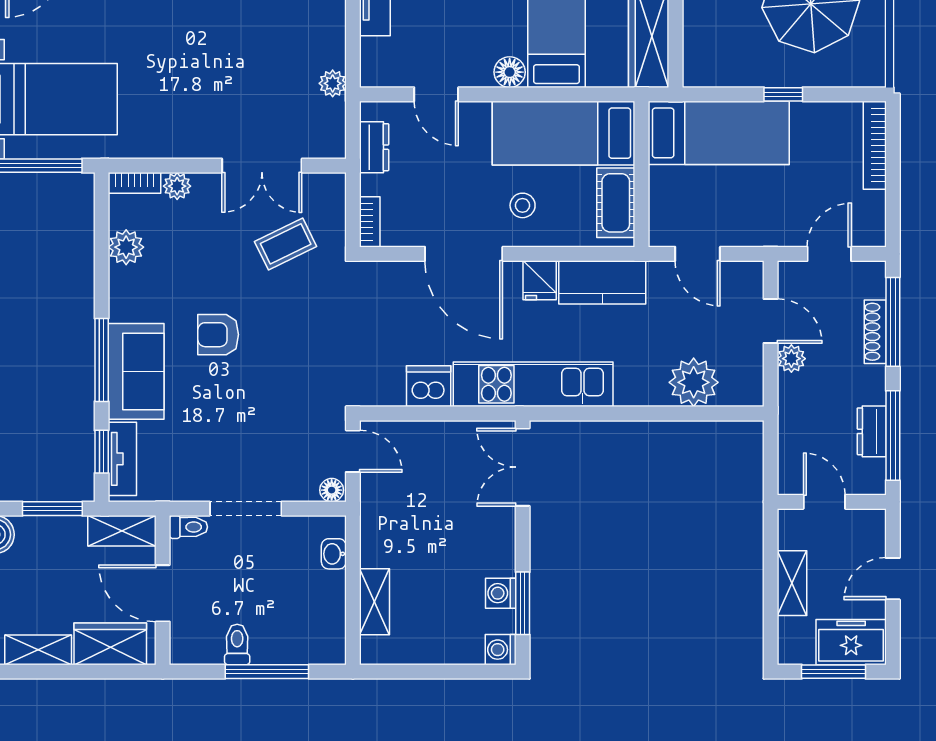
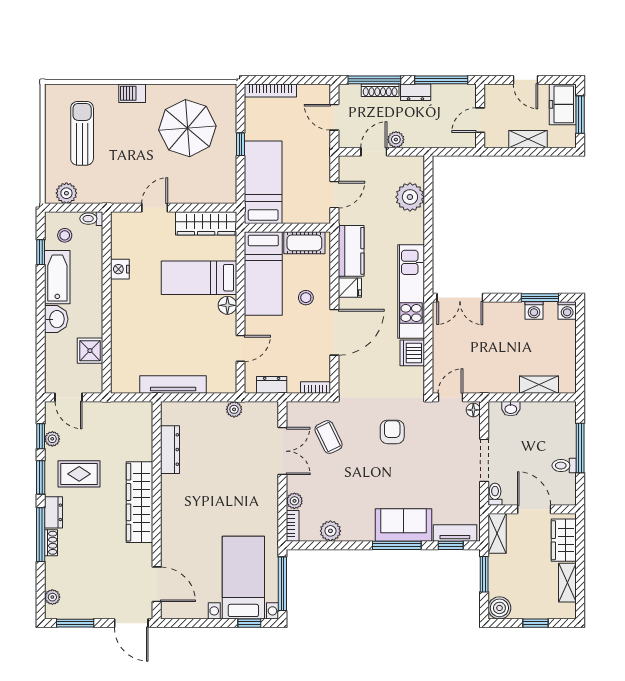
armchair: (218, 335) -> (392, 432), moved, turned 180
dresser: (872, 431) -> (416, 92), moved
door: (163, 593) -> (534, 509), swing flipped

